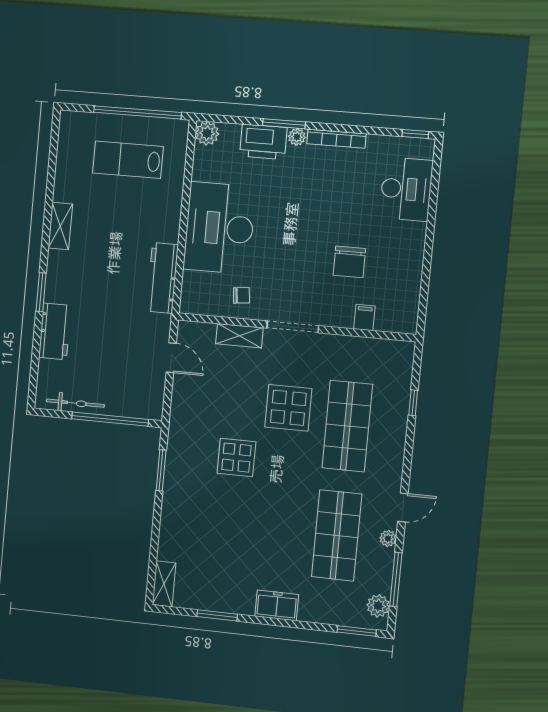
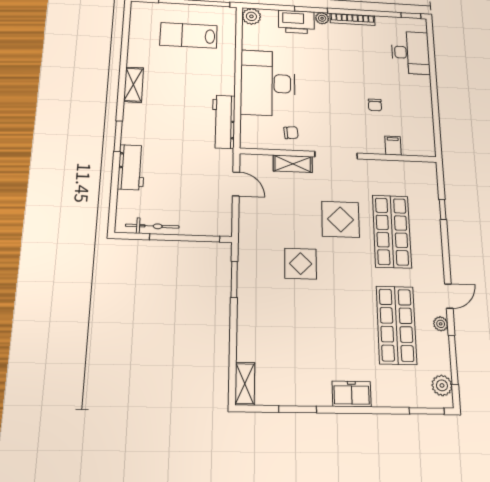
chair: (349, 262) -> (375, 105), width x0.54, depth x0.54

